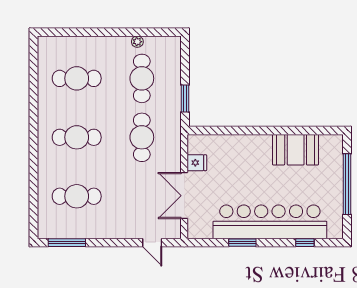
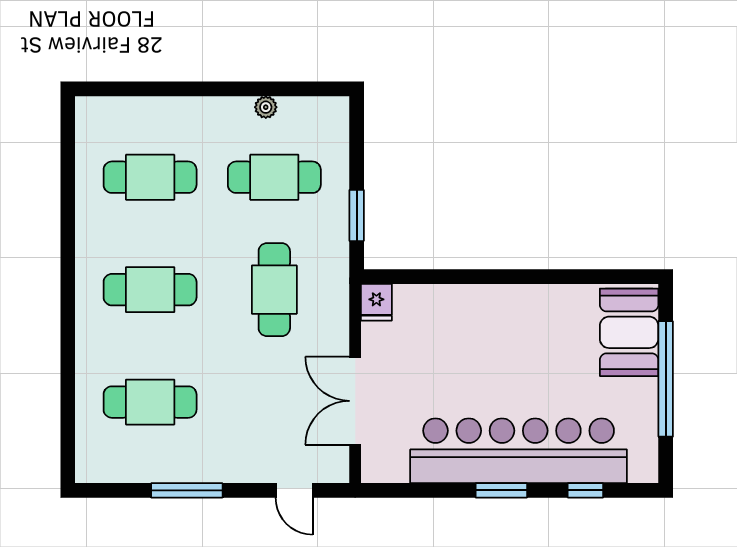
cafe table: (142, 78) -> (274, 177), turned 90
booth: (296, 150) -> (629, 332), moved, turned 90
fridge: (197, 163) -> (376, 302), moved, turned 90
window: (67, 243) -> (187, 490), moved
window: (242, 243) -> (501, 490), moved

